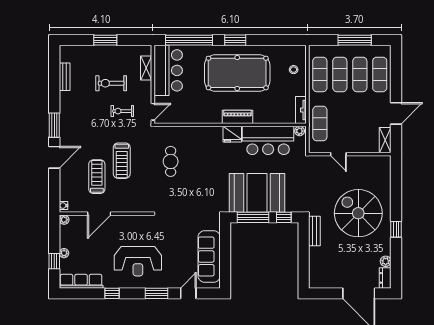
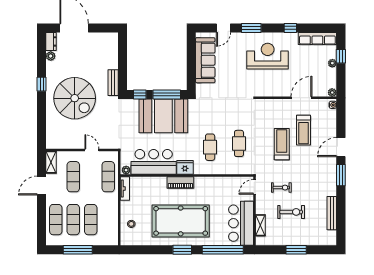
exercise mat: (320, 74) -> (73, 177), moved
bench: (65, 77) -> (332, 213), width x1.36
cafe table: (204, 157) -> (210, 147), added

